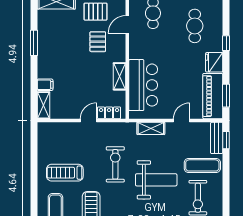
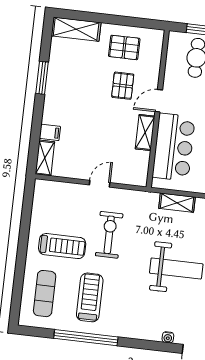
door: (127, 25) -> (159, 101), moved
locker: (109, 113) -> (127, 177), removed
exercise bike: (115, 164) -> (109, 235), moved
treadmill: (65, 173) -> (62, 246), turned 180

